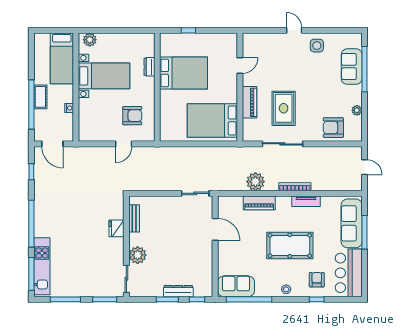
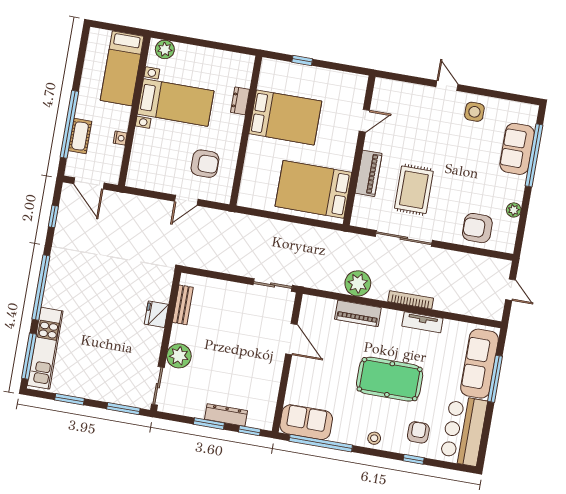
cot: (40, 97) -> (80, 136), moved
window: (65, 299) -> (69, 399), width x0.69

